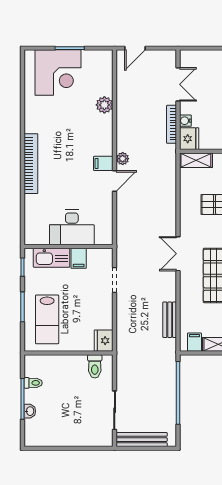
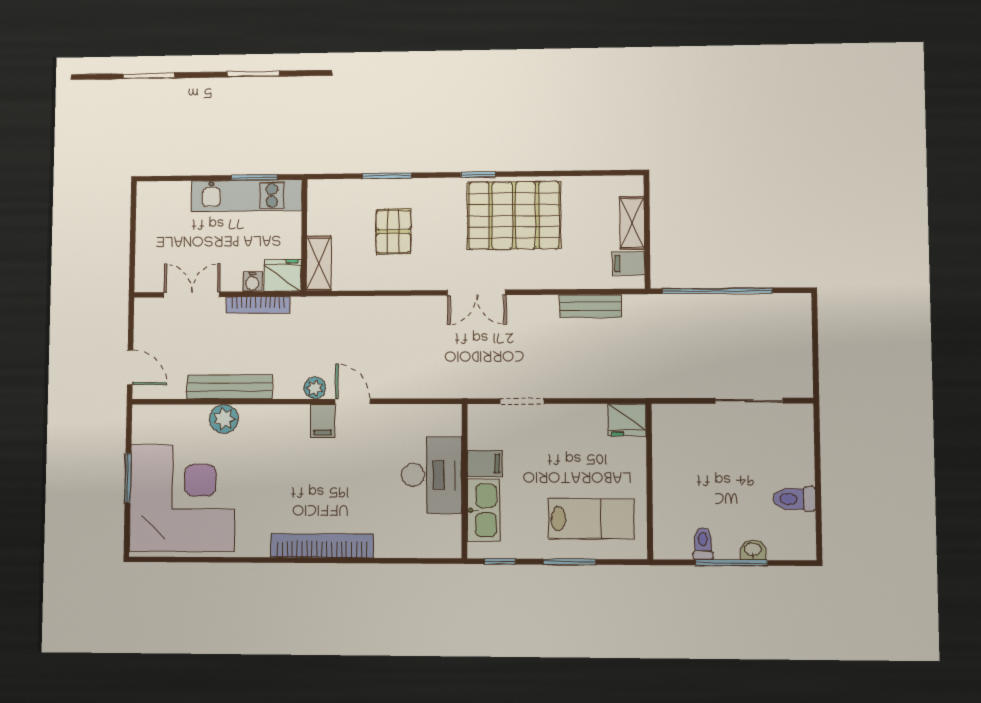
corner desk: (58, 73) -> (182, 498), width x1.36, depth x1.36
toilet: (95, 366) -> (794, 499), moved, turned 180
bench: (142, 440) -> (230, 387), moved, turned 90

